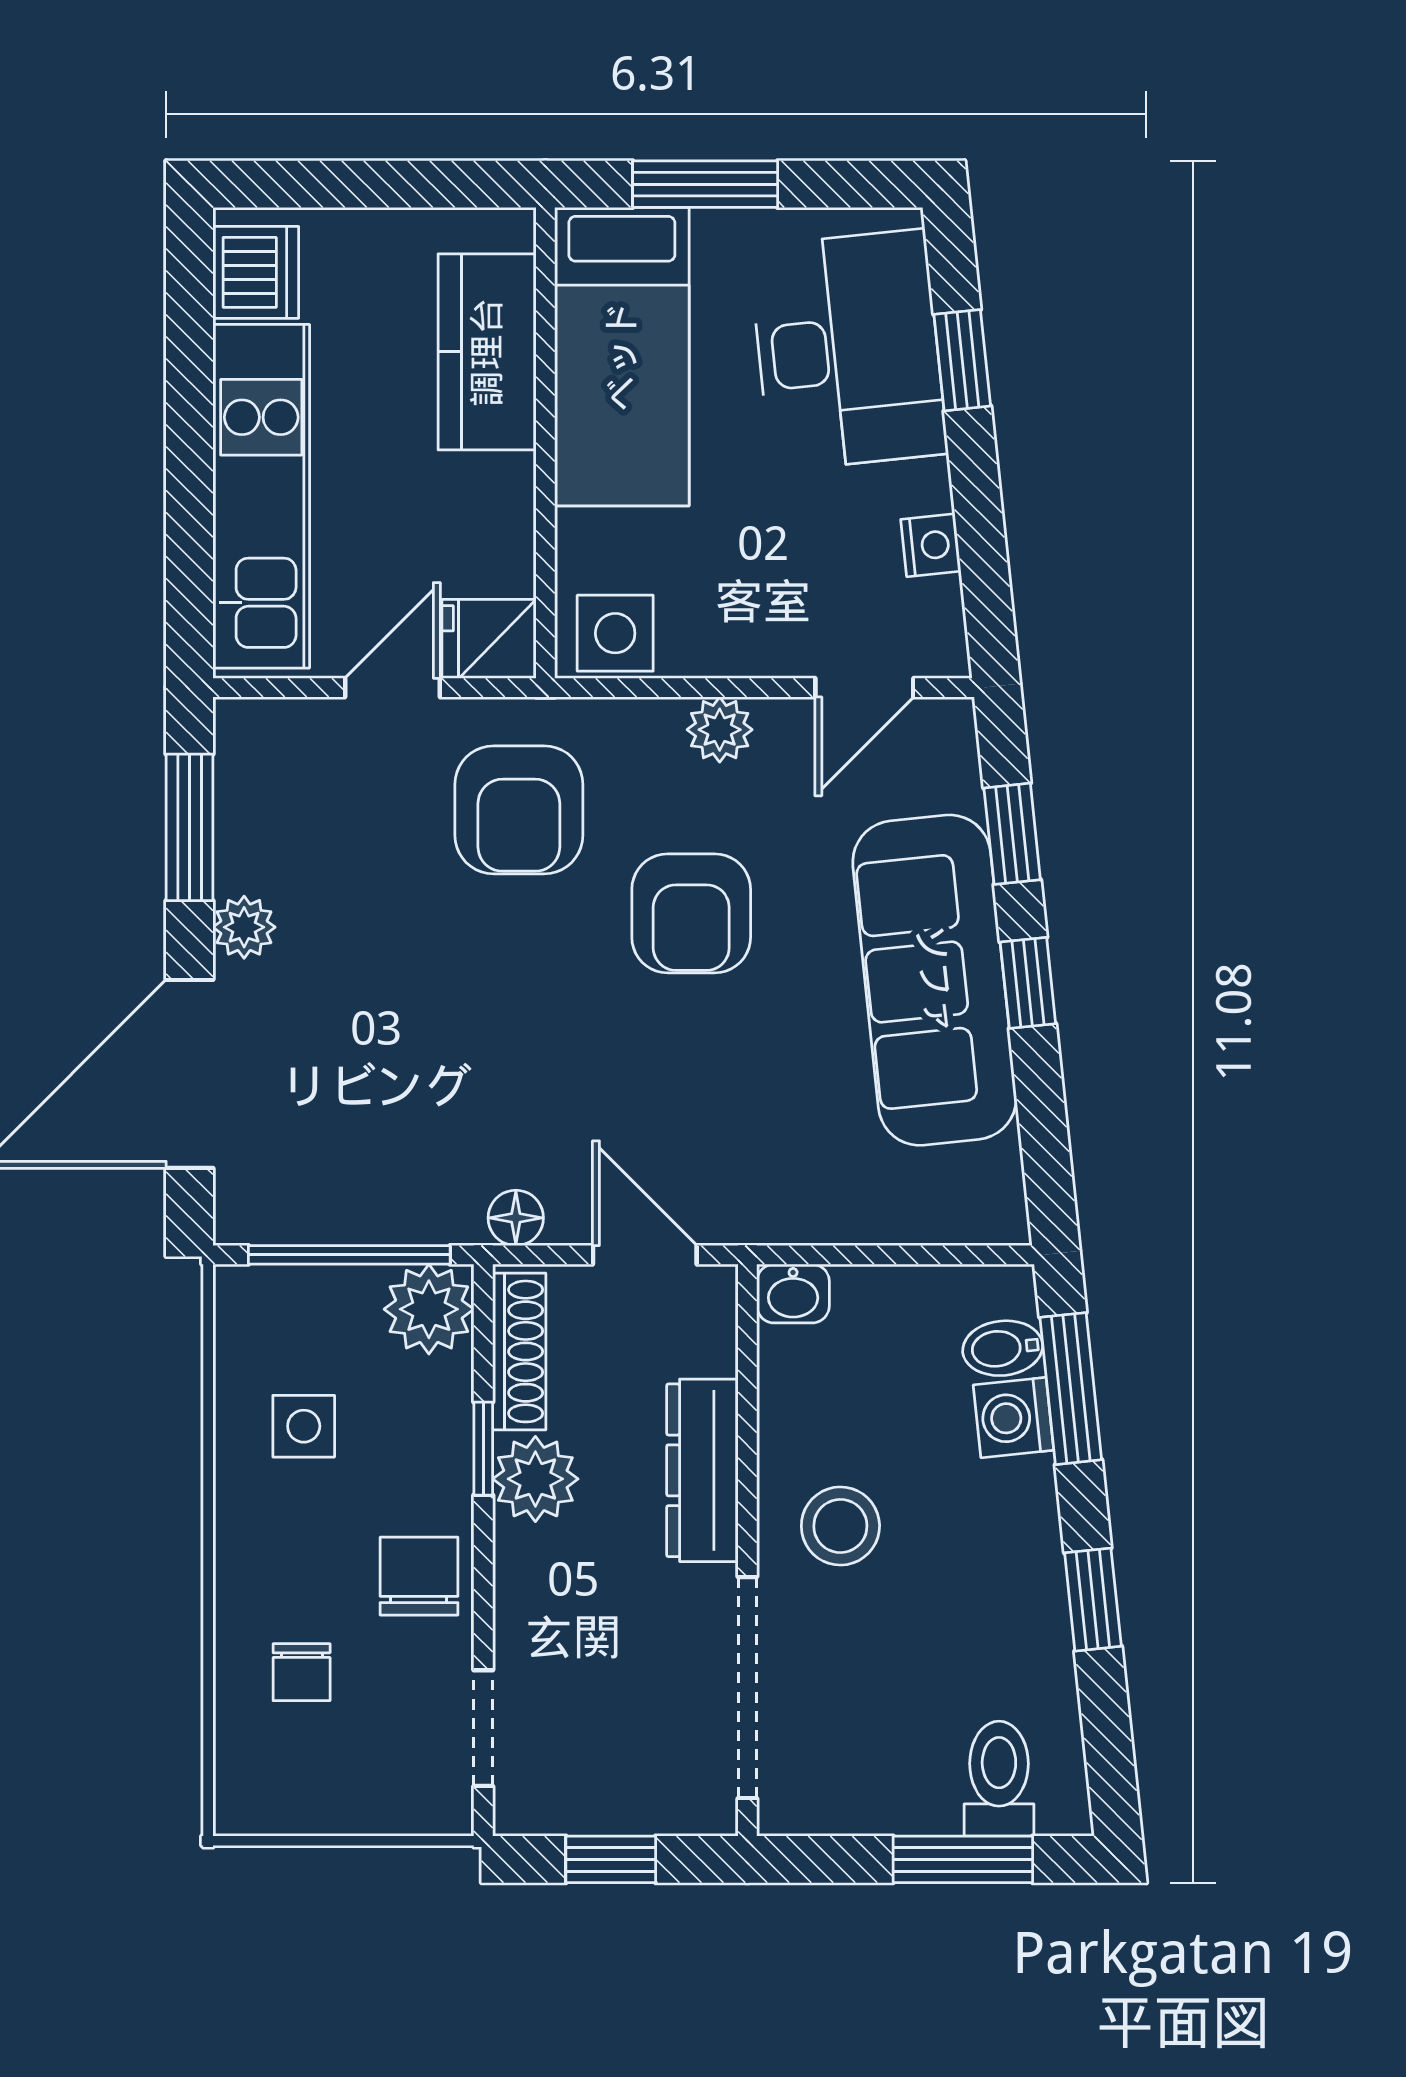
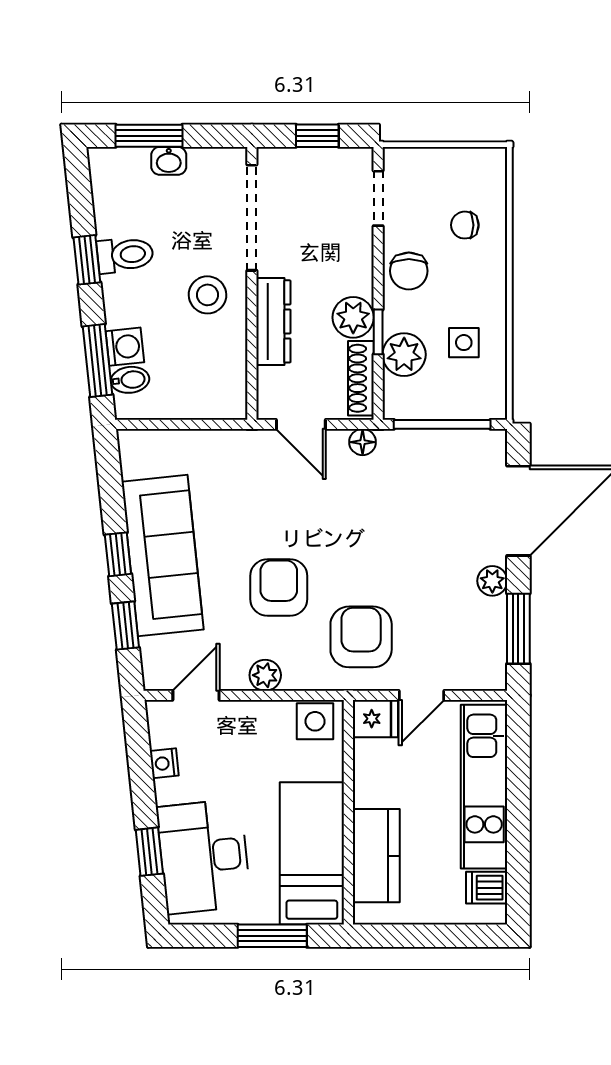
dishwasher: (256, 272) -> (487, 888), width x0.73
washbasin: (793, 1294) -> (169, 161), moved, turned 180
plant: (429, 1309) -> (404, 355), moved
chair: (302, 1672) -> (465, 225), turned -90
toilet: (999, 1779) -> (125, 255), moved, turned -96

